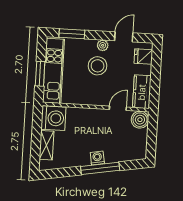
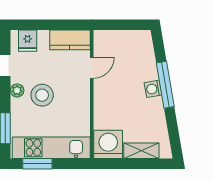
window: (40, 74) -> (37, 164), moved
door: (118, 108) -> (92, 68), swing flipped
boiler: (140, 120) -> (104, 40), removed

